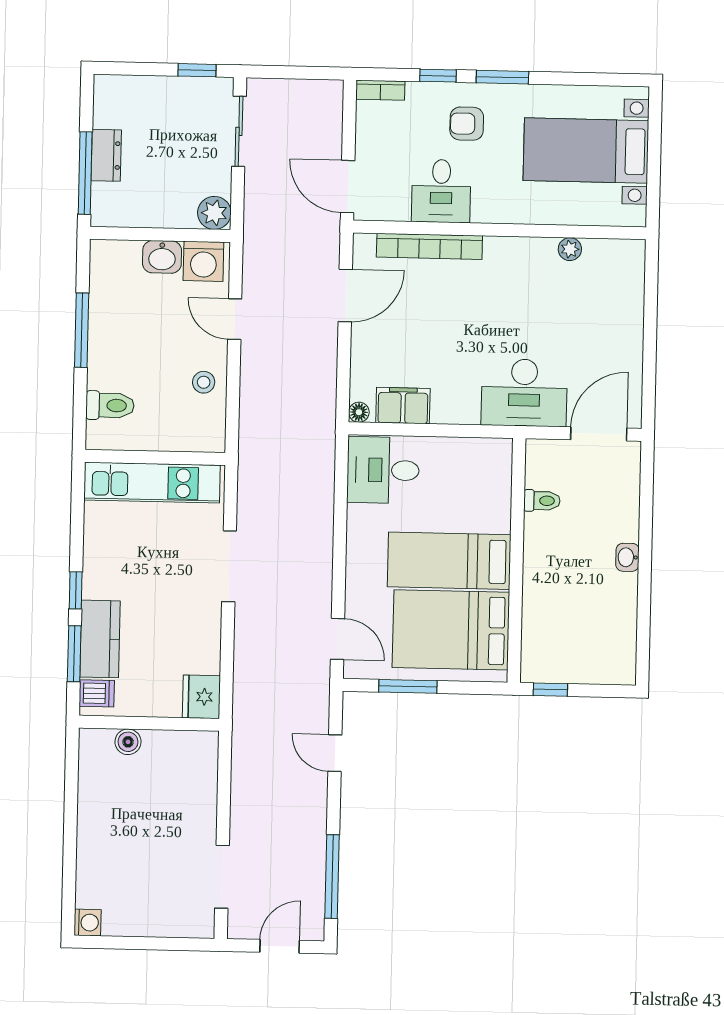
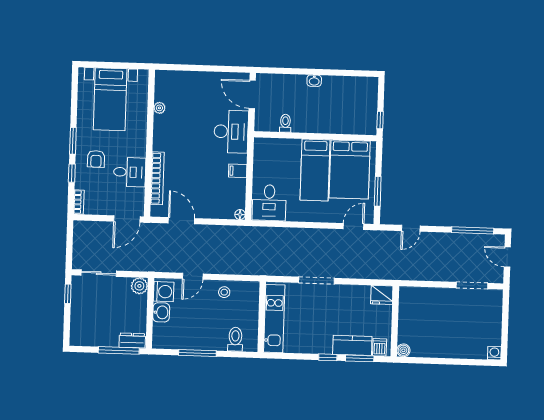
dresser: (106, 155) -> (132, 341), moved
filing cabinet: (403, 406) -> (238, 171), moved, width x0.50
boiler: (128, 742) -> (403, 350), moved

